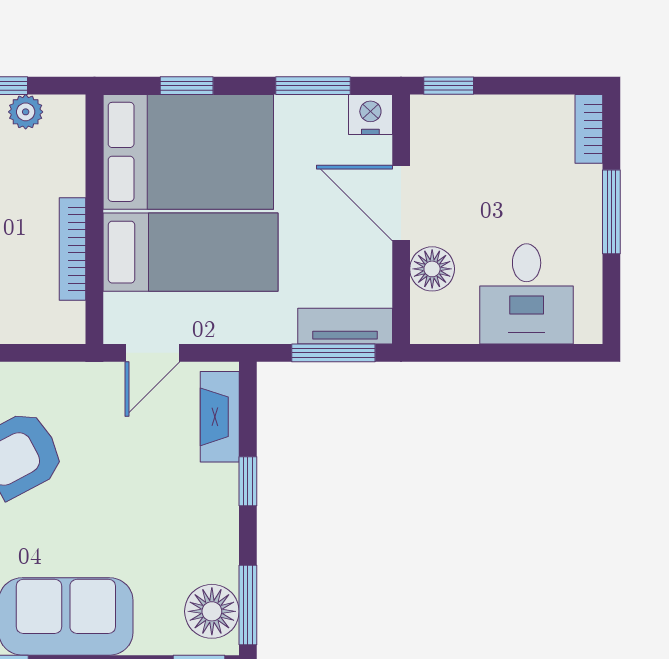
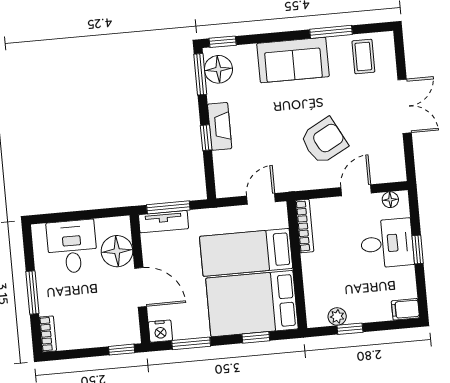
bookcase: (73, 249) -> (305, 226), moved
floor lamp: (432, 269) -> (117, 251), width x1.38, depth x1.38
fireplace: (220, 417) -> (220, 126), moved

